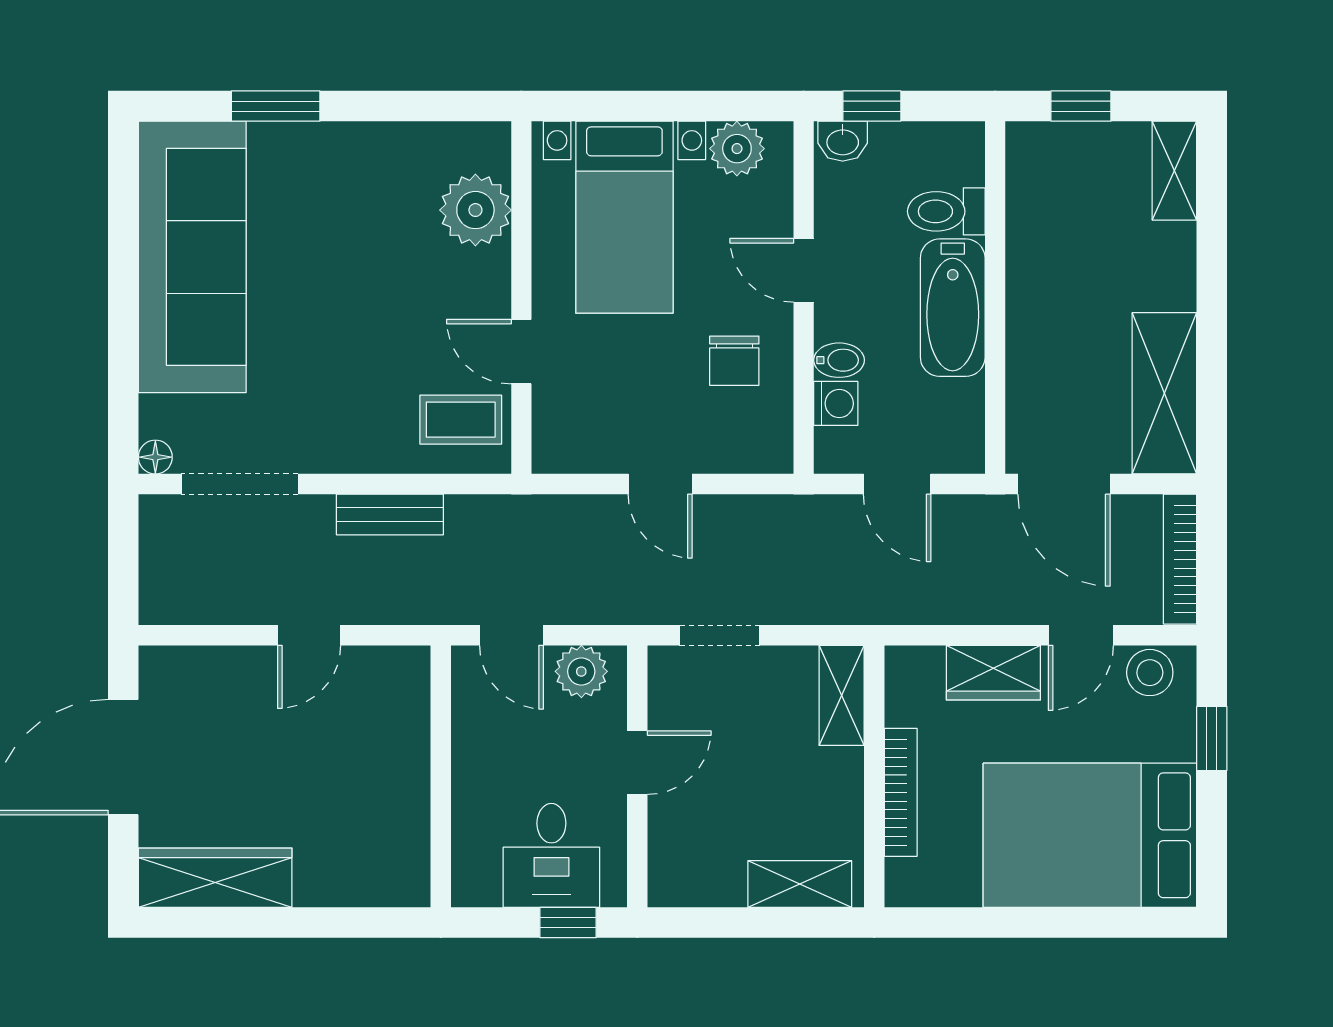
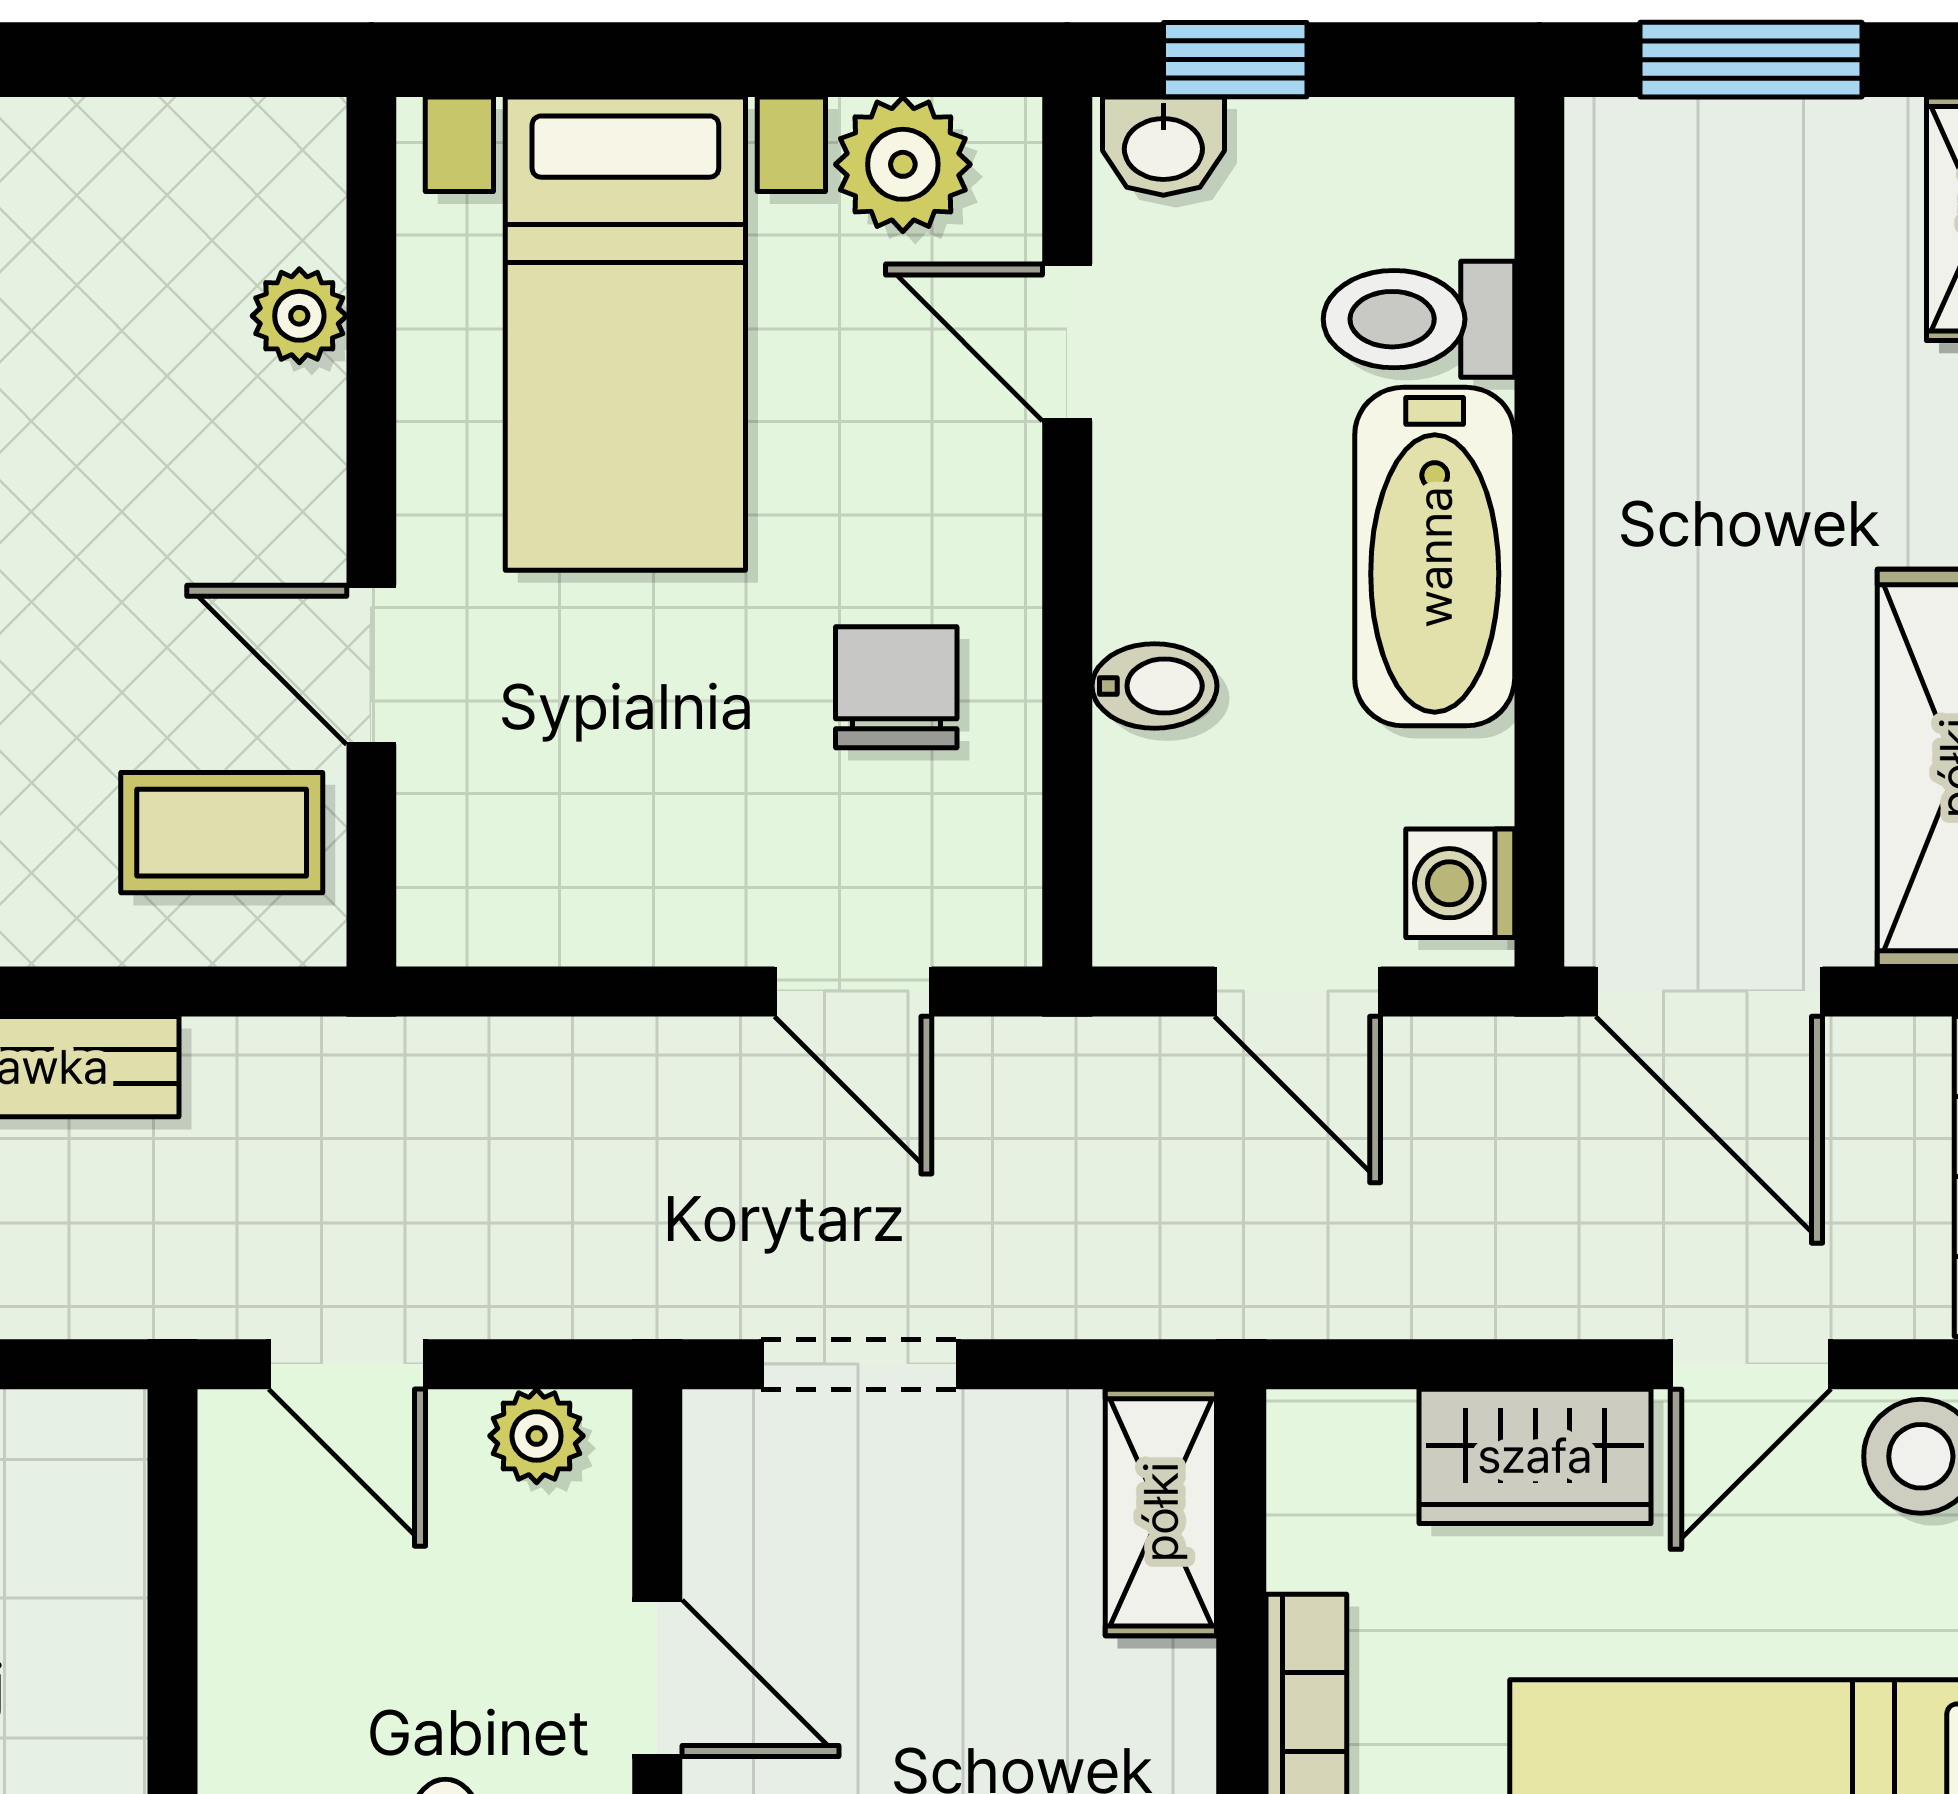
window: (1081, 106) -> (1751, 60), width x1.50
plant: (475, 210) -> (299, 316), width x0.53, depth x0.53
door: (804, 270) -> (1067, 342), moved
chair: (734, 361) -> (896, 687), turned 180
washing machine: (836, 403) -> (1460, 883), moved, turned 180
door: (660, 484) -> (853, 991), moved
plant: (581, 671) -> (537, 1436), width x0.73, depth x0.73
door: (637, 763) -> (657, 1678), hinge flipped

